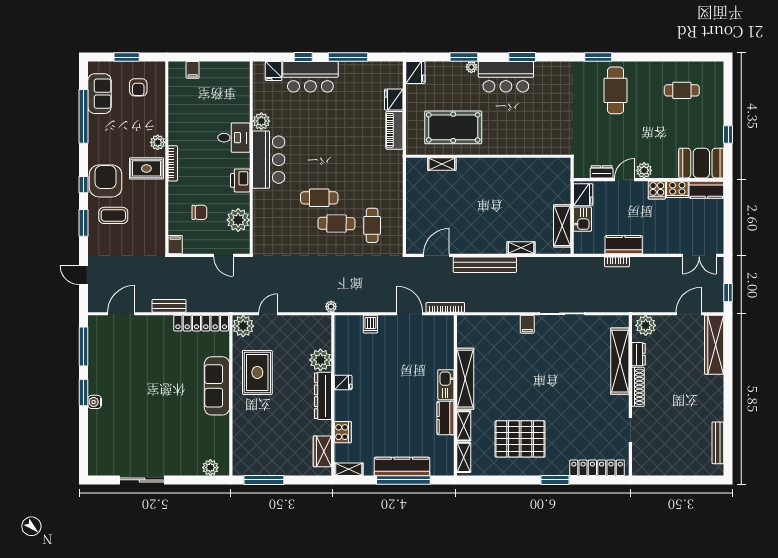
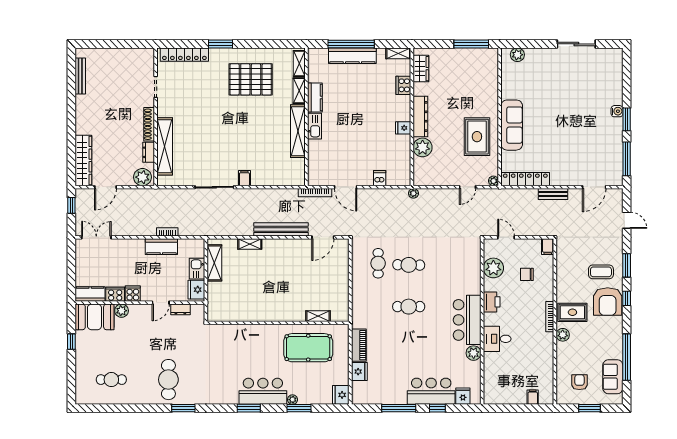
plant: (644, 170) -> (122, 311), moved
cafe table: (319, 198) -> (409, 307), moved
plant: (243, 326) -> (493, 181), width x0.53, depth x0.53

